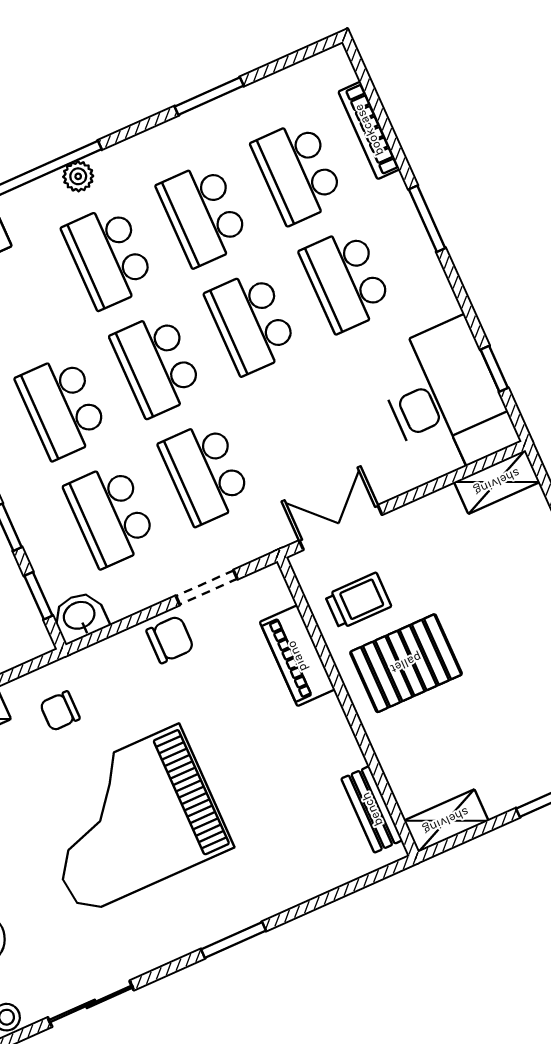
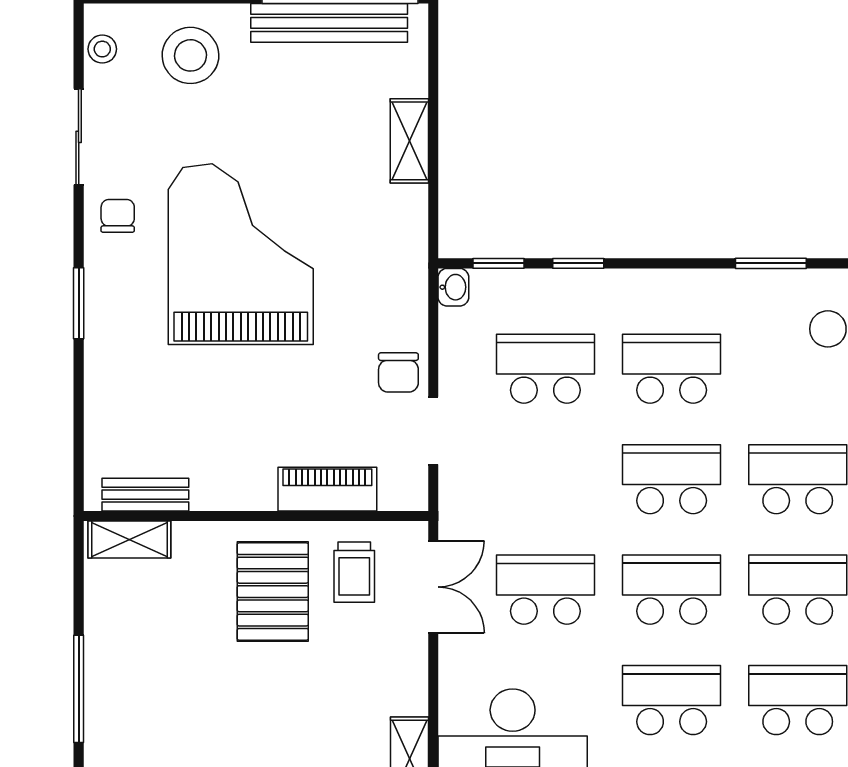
school desk: (205, 473) -> (545, 590), moved
washbasin: (80, 616) -> (453, 287), width x0.72, depth x0.69
chair: (60, 711) -> (118, 216), moved
shelving: (446, 821) -> (129, 539), moved, turned 90

